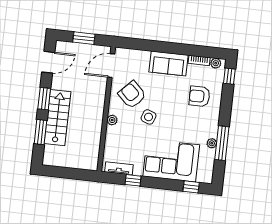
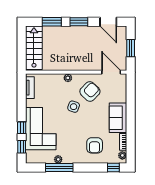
armchair: (199, 96) -> (95, 145), turned 180
stairs: (58, 118) -> (34, 48), moved, turned -90
window: (133, 180) -> (22, 128), moved

